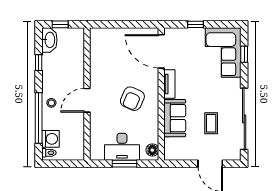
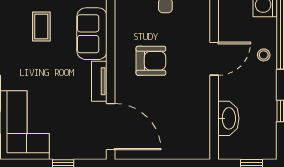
washbasin: (49, 40) -> (228, 118), moved, turned 180
armchair: (132, 99) -> (151, 61), turned 66

